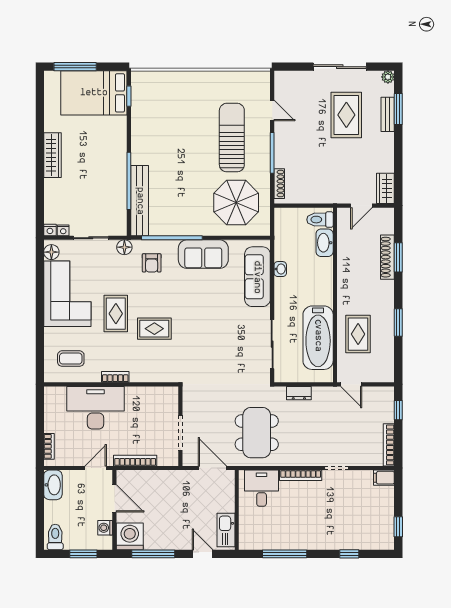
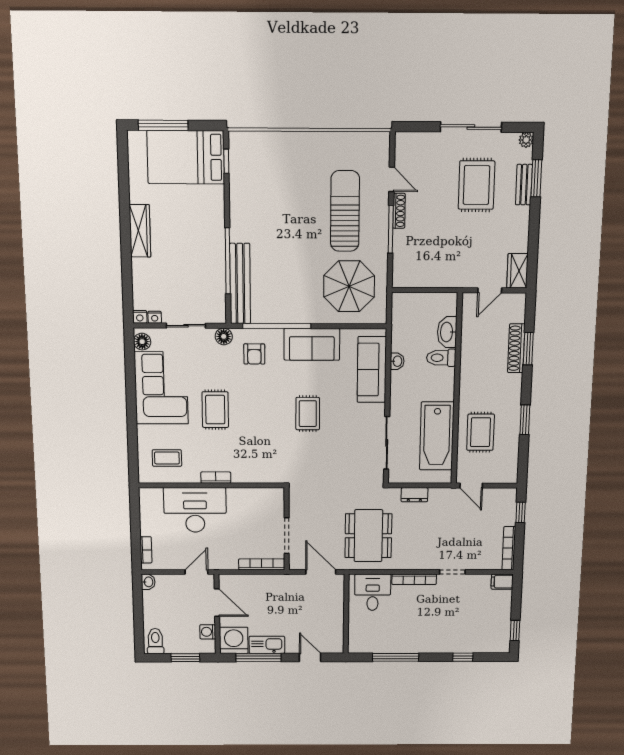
shoe rack: (279, 184) -> (399, 211), moved
toilet: (320, 220) -> (441, 358), moved
rug: (154, 329) -> (308, 414), moved, turned 90
bookcase: (135, 461) -> (262, 564), moved
washbasin: (53, 485) -> (148, 582), width x0.52, depth x0.69
kitchen sink: (226, 530) -> (267, 645), moved, turned 90

